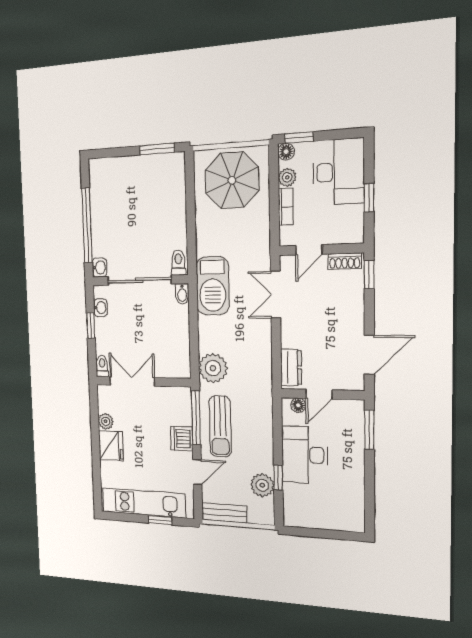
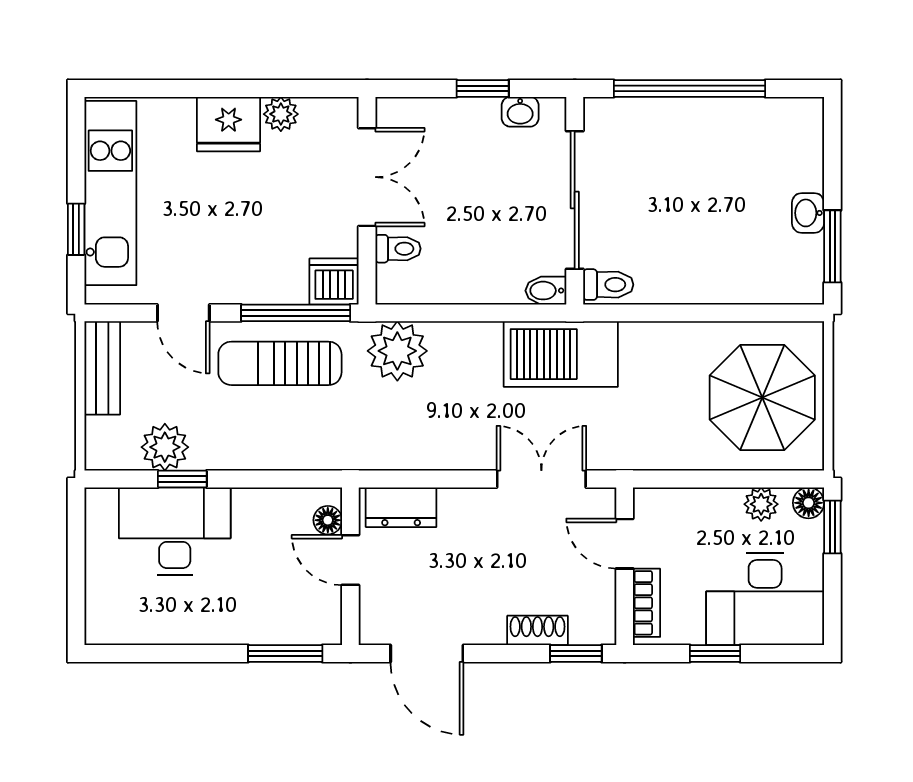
bookcase: (286, 207) -> (647, 603), moved, turned -90
shoe rack: (345, 261) -> (538, 630), moved, turned 90
washbasin: (99, 267) -> (808, 213), moved, turned 90
toilet: (102, 366) -> (398, 249), moved
dishwasher: (182, 438) -> (334, 281), moved
desk: (305, 455) -> (175, 531), moved

